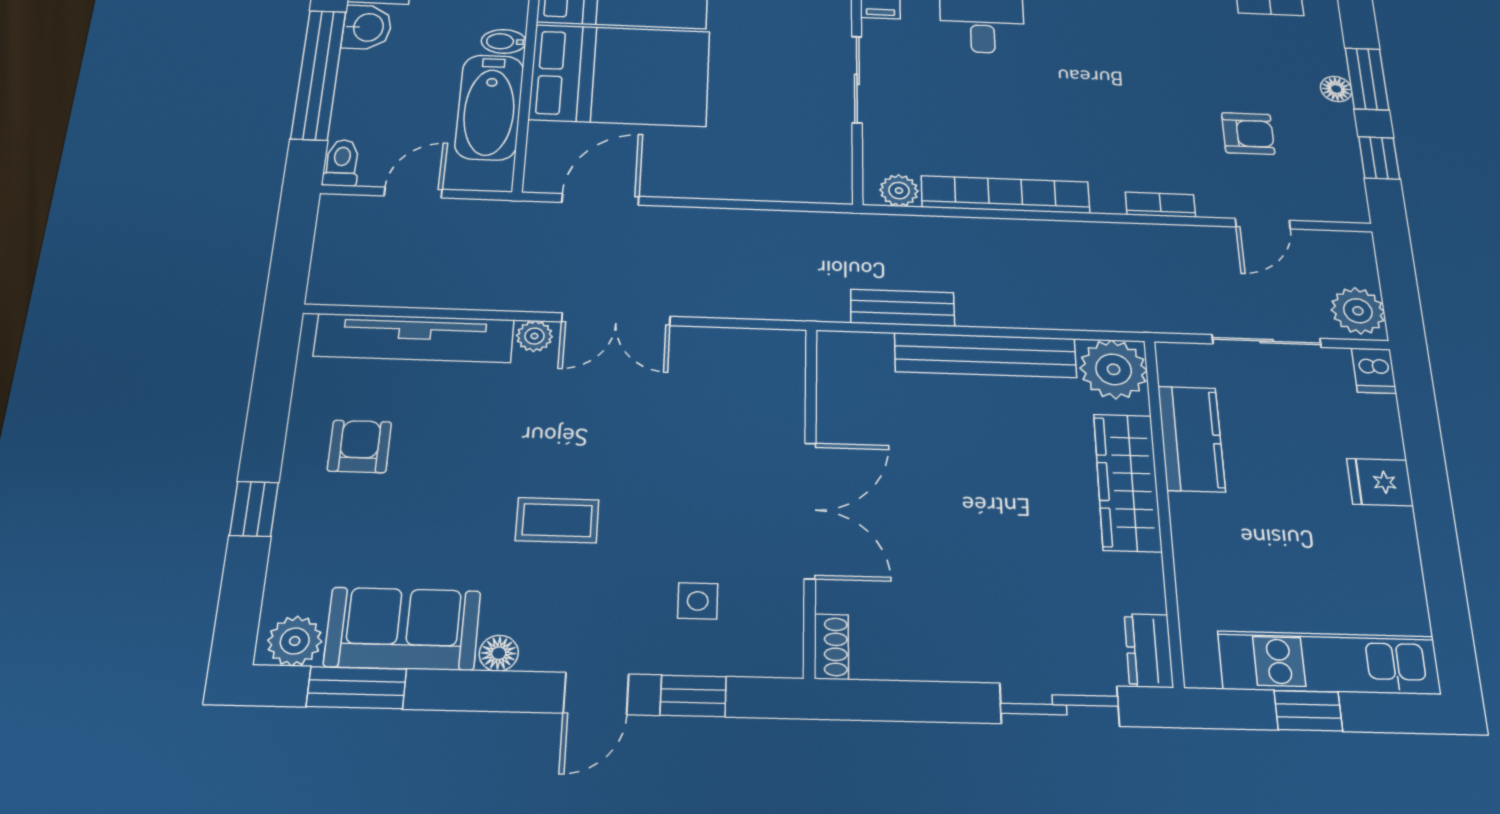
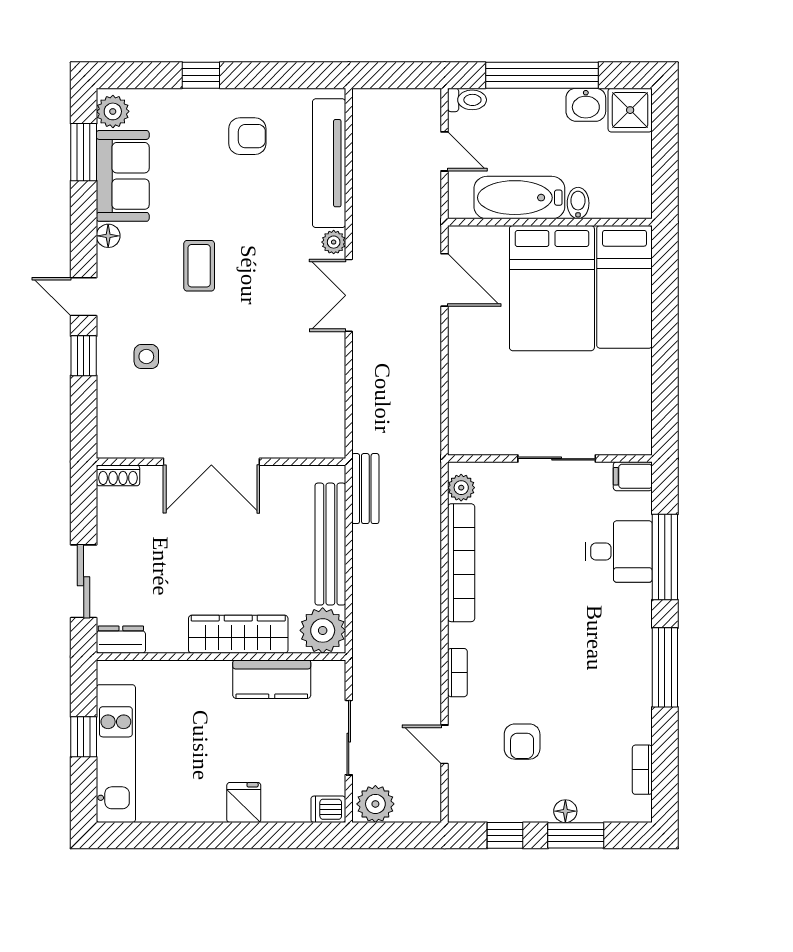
wall: (810, 497) -> (221, 462), moved
double door: (810, 510) -> (211, 462), moved
shoe rack: (831, 647) -> (118, 475), moved

